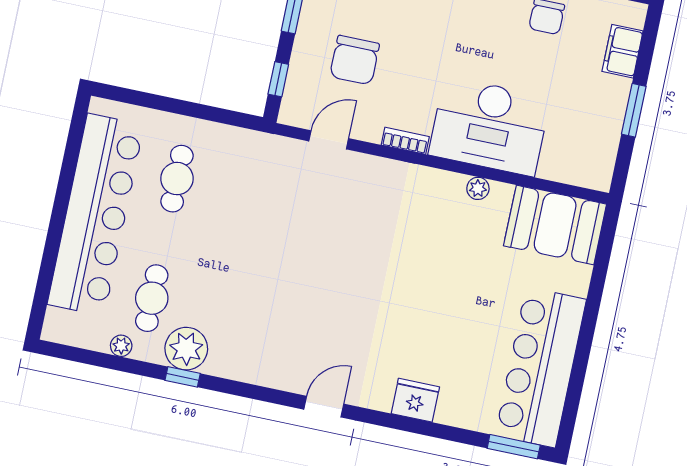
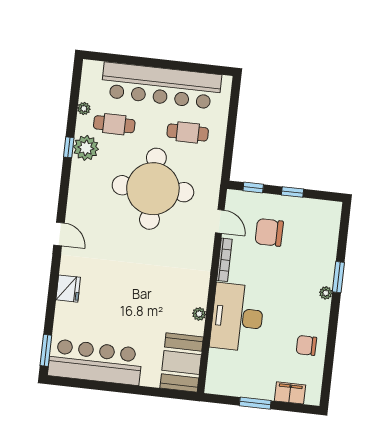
bookcase: (405, 141) -> (224, 260), width x1.56
round table: (264, 245) -> (153, 189), added

